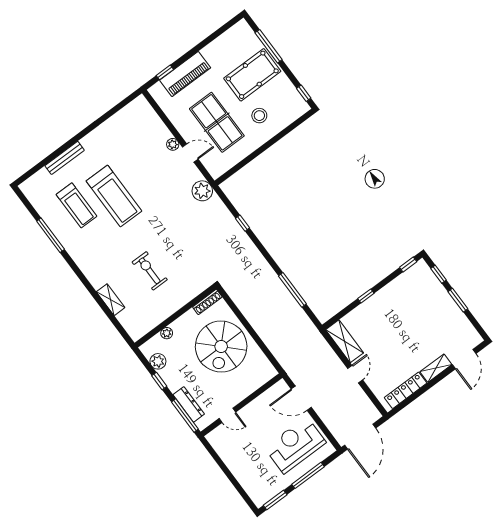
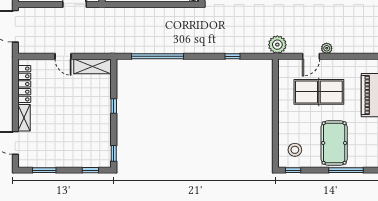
stool: (259, 116) -> (295, 150), moved
window: (292, 290) -> (158, 56), width x1.46
window: (458, 300) -> (44, 170), moved

